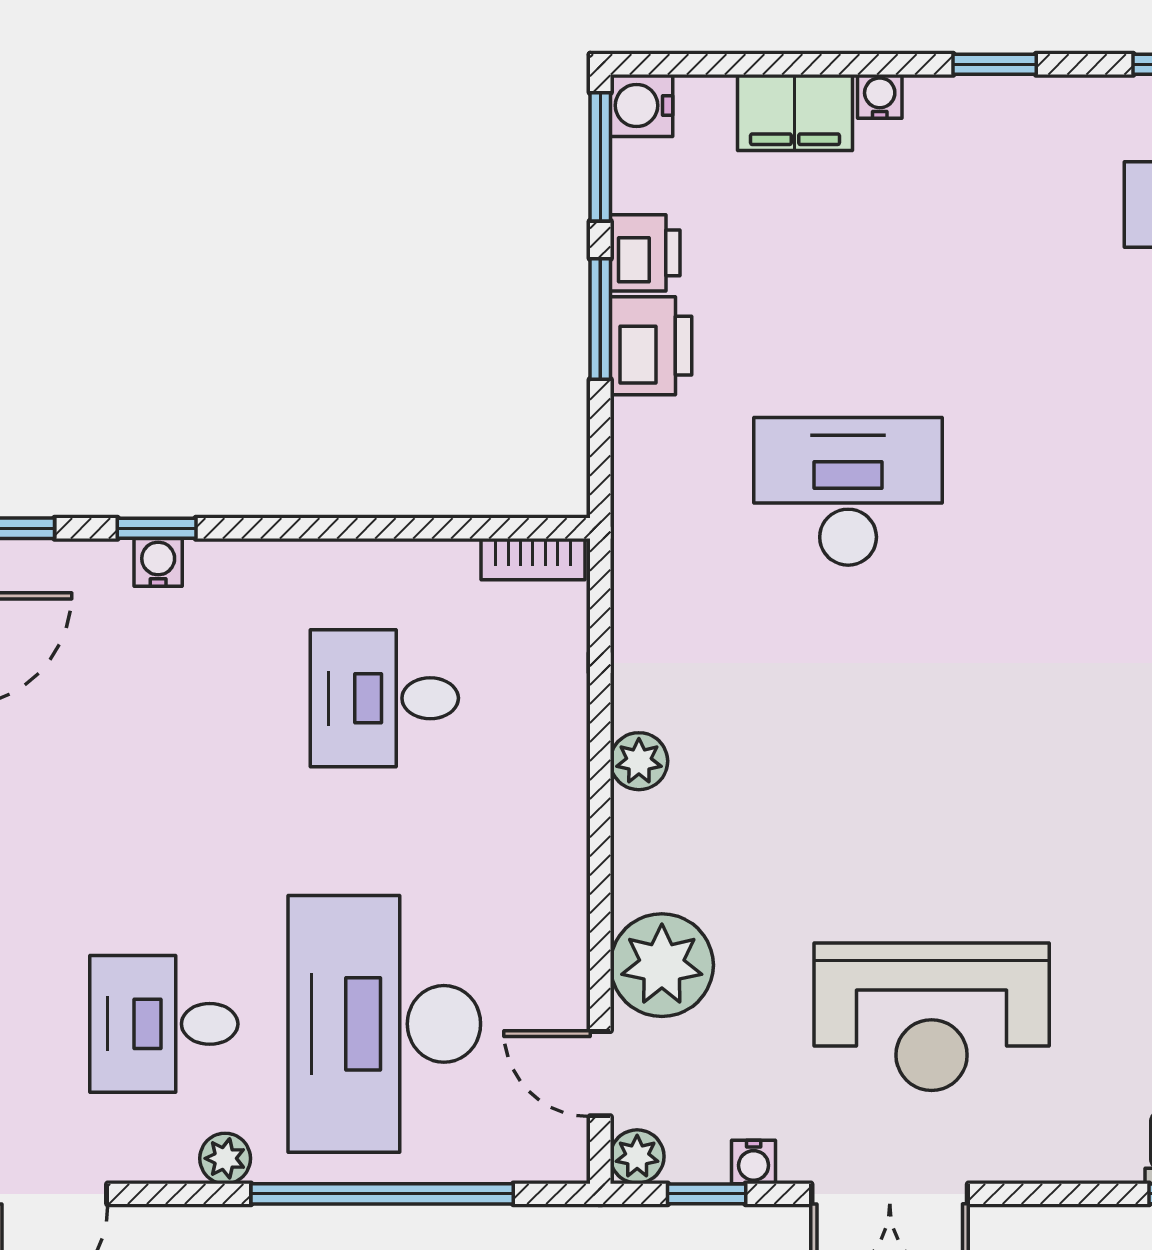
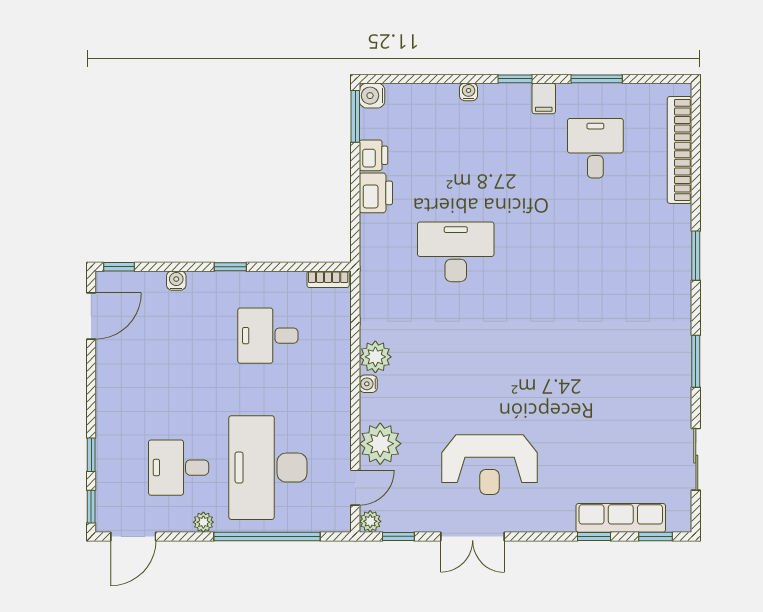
filing cabinet: (795, 112) -> (544, 98), moved, width x0.50
window: (600, 319) -> (355, 182), removed
window: (157, 528) -> (230, 267), moved
plant: (639, 761) -> (375, 357), width x1.38, depth x1.38
door: (600, 1074) -> (355, 488), swing flipped
water cooler: (754, 1162) -> (368, 384), moved, turned 90

